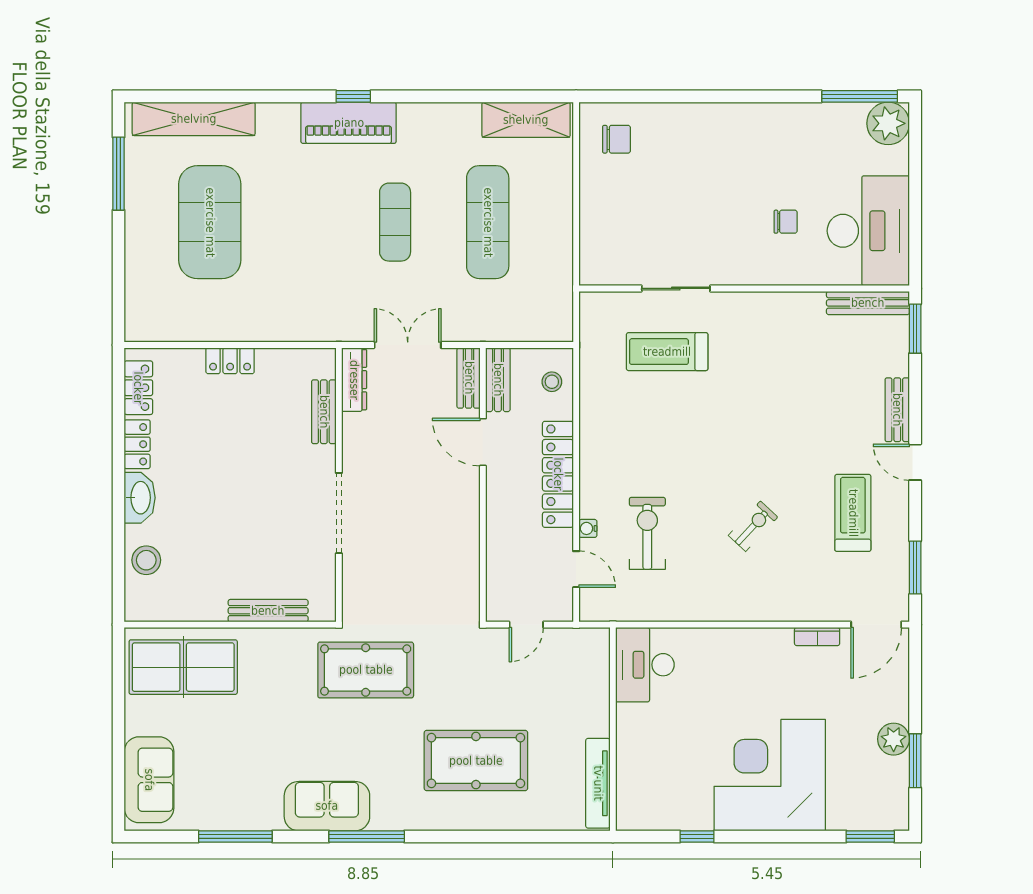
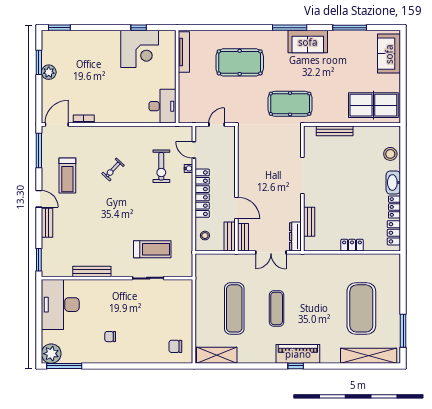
chair: (786, 222) -> (110, 337), moved
bench: (868, 303) -> (92, 272), moved
window: (915, 568) -> (39, 151), width x1.44
corner desk: (770, 775) -> (140, 49), moved, width x0.74, depth x0.74

